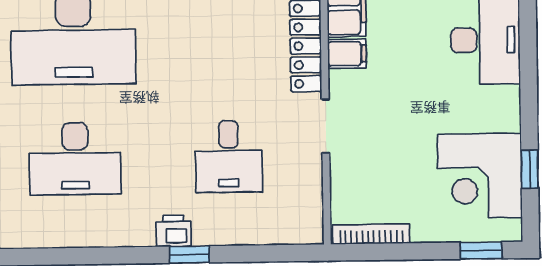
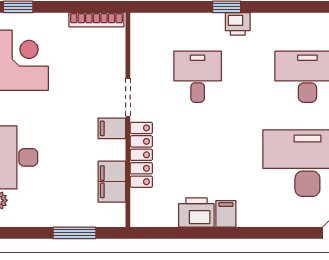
filing cabinet: (347, 54) -> (112, 128), moved

